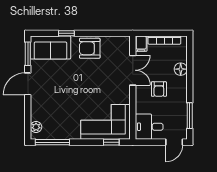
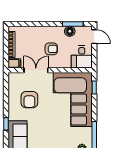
armchair: (90, 48) -> (29, 100), moved
floor lamp: (181, 69) -> (70, 31), moved
corner sofa: (105, 122) -> (73, 99), width x1.36, depth x1.36

